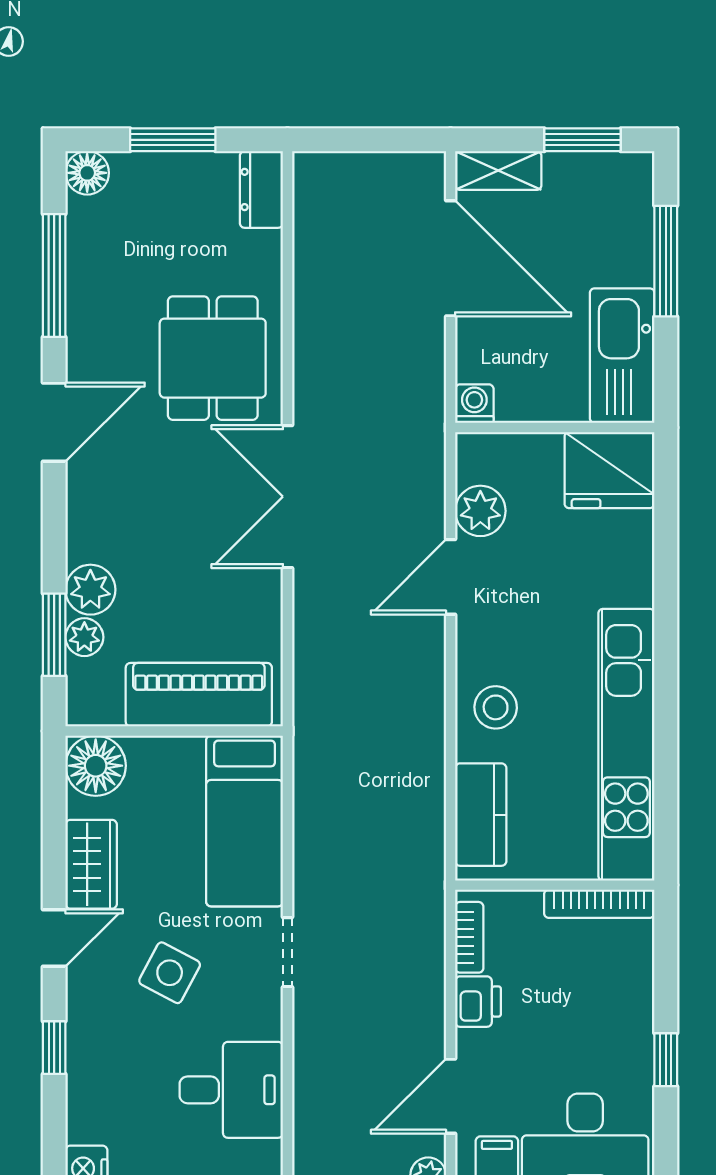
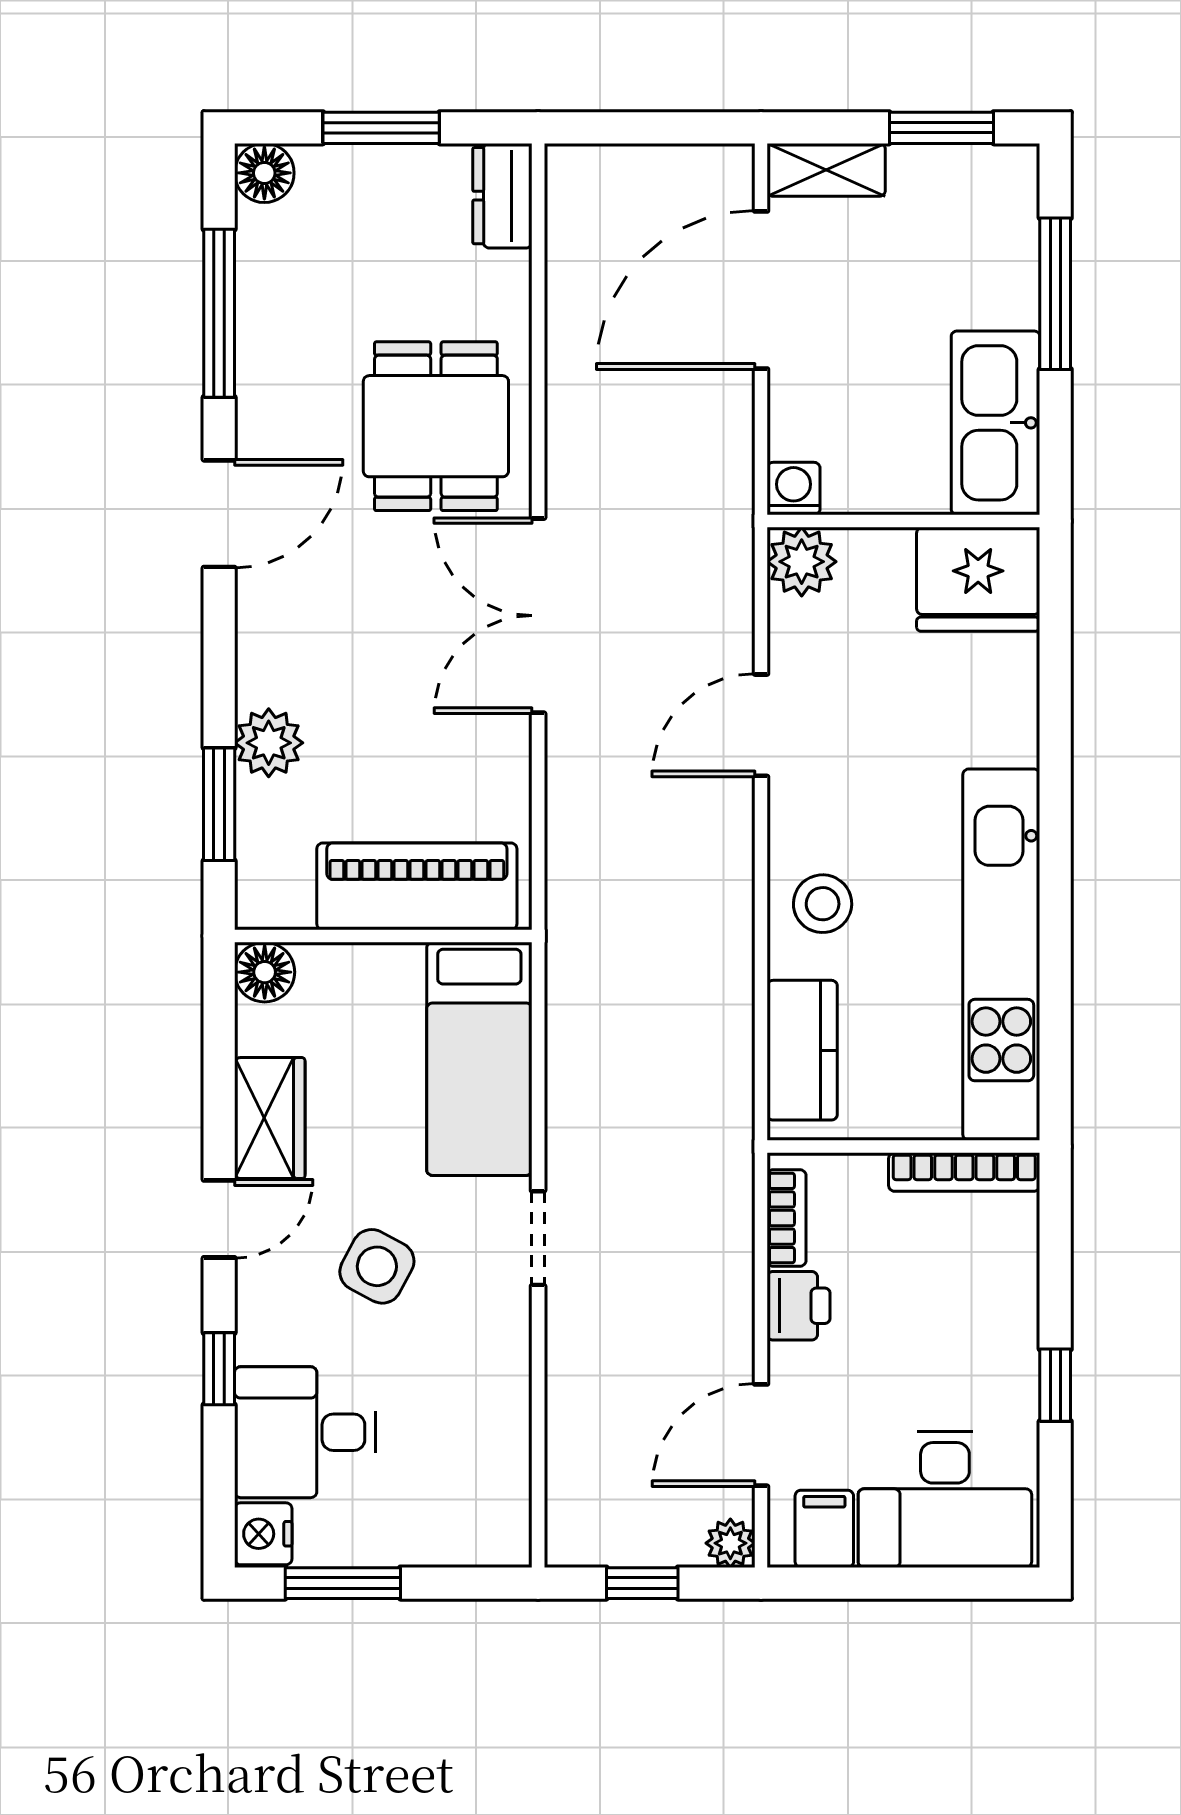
door: (451, 258) -> (761, 290), swing flipped
plant: (480, 511) -> (802, 562), moved
plant: (84, 637) -> (260, 808), removed
floor lamp: (96, 766) -> (265, 972), width x0.73, depth x0.73
desk: (231, 1090) -> (305, 1432), moved, turned 180

